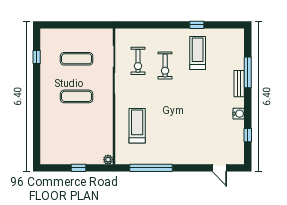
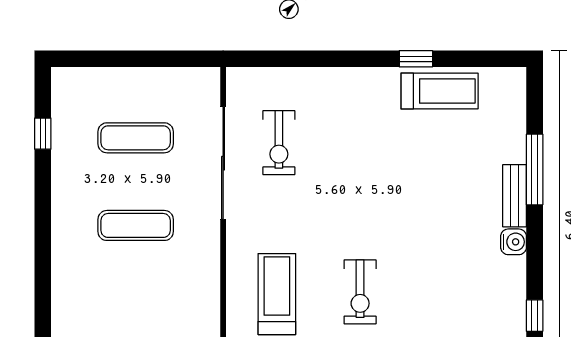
treadmill: (198, 53) -> (440, 91), moved, turned 90
exercise bike: (165, 65) -> (360, 292), moved
water cooler: (239, 114) -> (514, 242), moved

